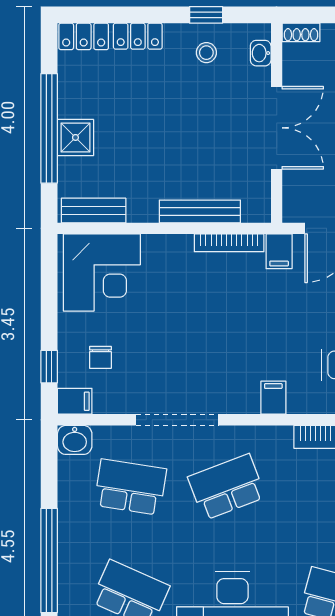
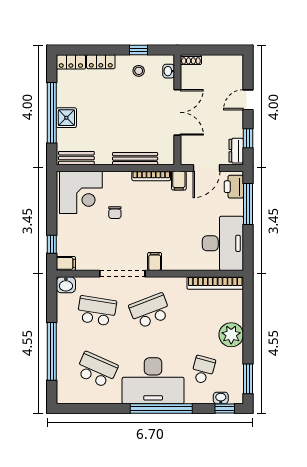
chair: (100, 357) -> (115, 213), moved
filing cabinet: (273, 398) -> (155, 261), moved

